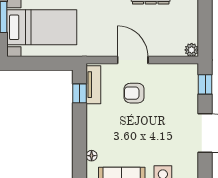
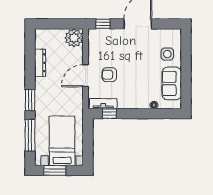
plant: (192, 50) -> (74, 38), width x1.87, depth x1.87
armchair: (134, 93) -> (109, 75), turned 90

